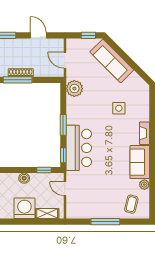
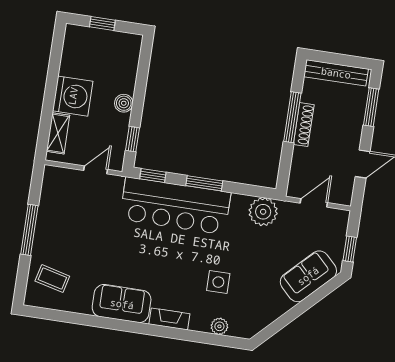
sofa: (112, 61) -> (308, 276), width x0.73
bar counter: (79, 148) -> (175, 206), width x1.36
plant: (144, 185) -> (219, 326), moved

